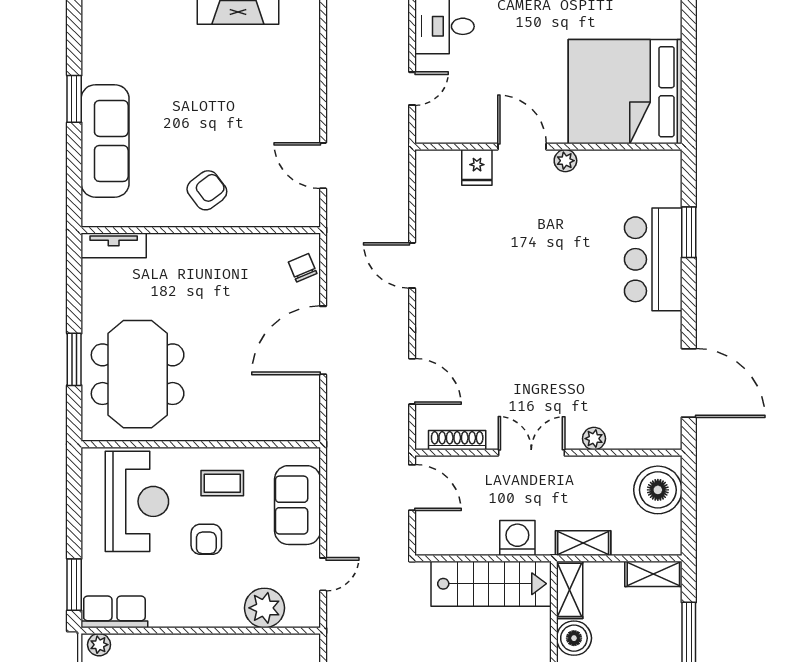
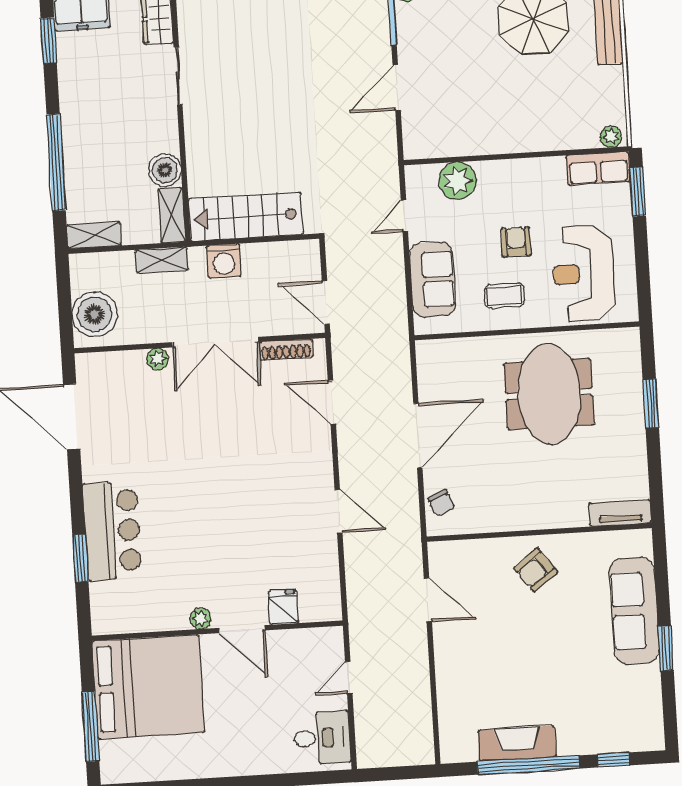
window: (689, 53) -> (91, 726), added
meeting table: (138, 374) -> (549, 394), moved
double door: (531, 453) -> (216, 342), width x1.37

